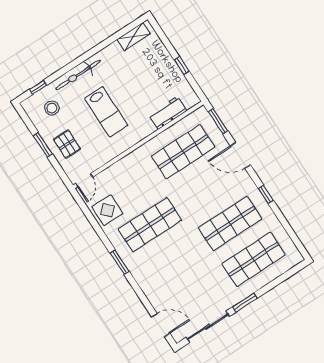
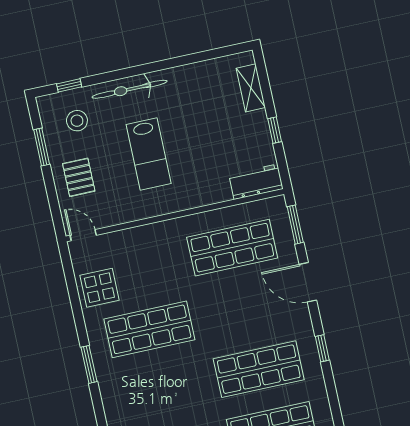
shelving: (134, 37) -> (251, 88), moved, turned 90
workbench: (168, 113) -> (256, 182), moved
window: (43, 145) -> (42, 147), moved
door: (84, 180) -> (83, 235), swing flipped

